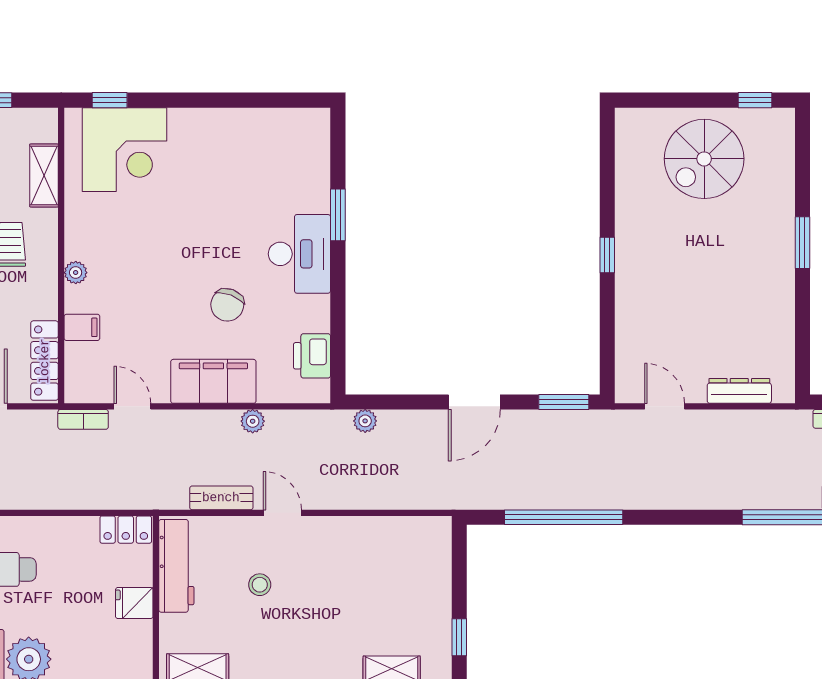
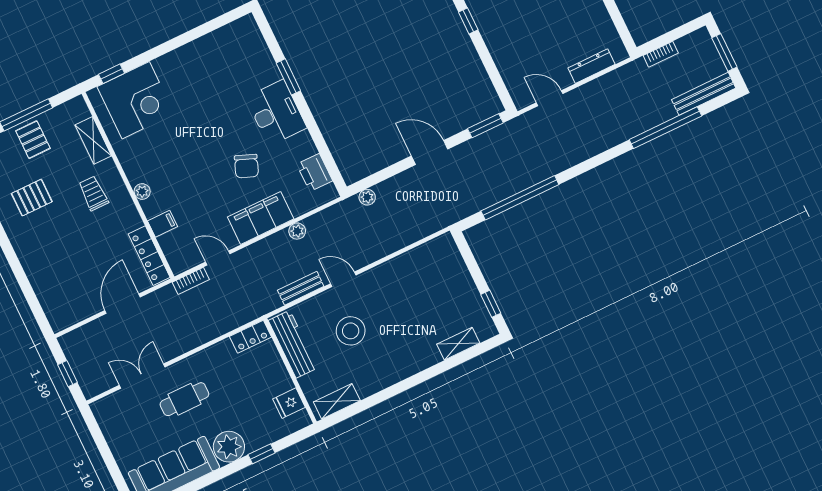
door: (474, 402) -> (430, 153), swing flipped
stool: (260, 585) -> (351, 331), width x1.89, depth x1.89
fridge: (134, 603) -> (289, 403), moved

